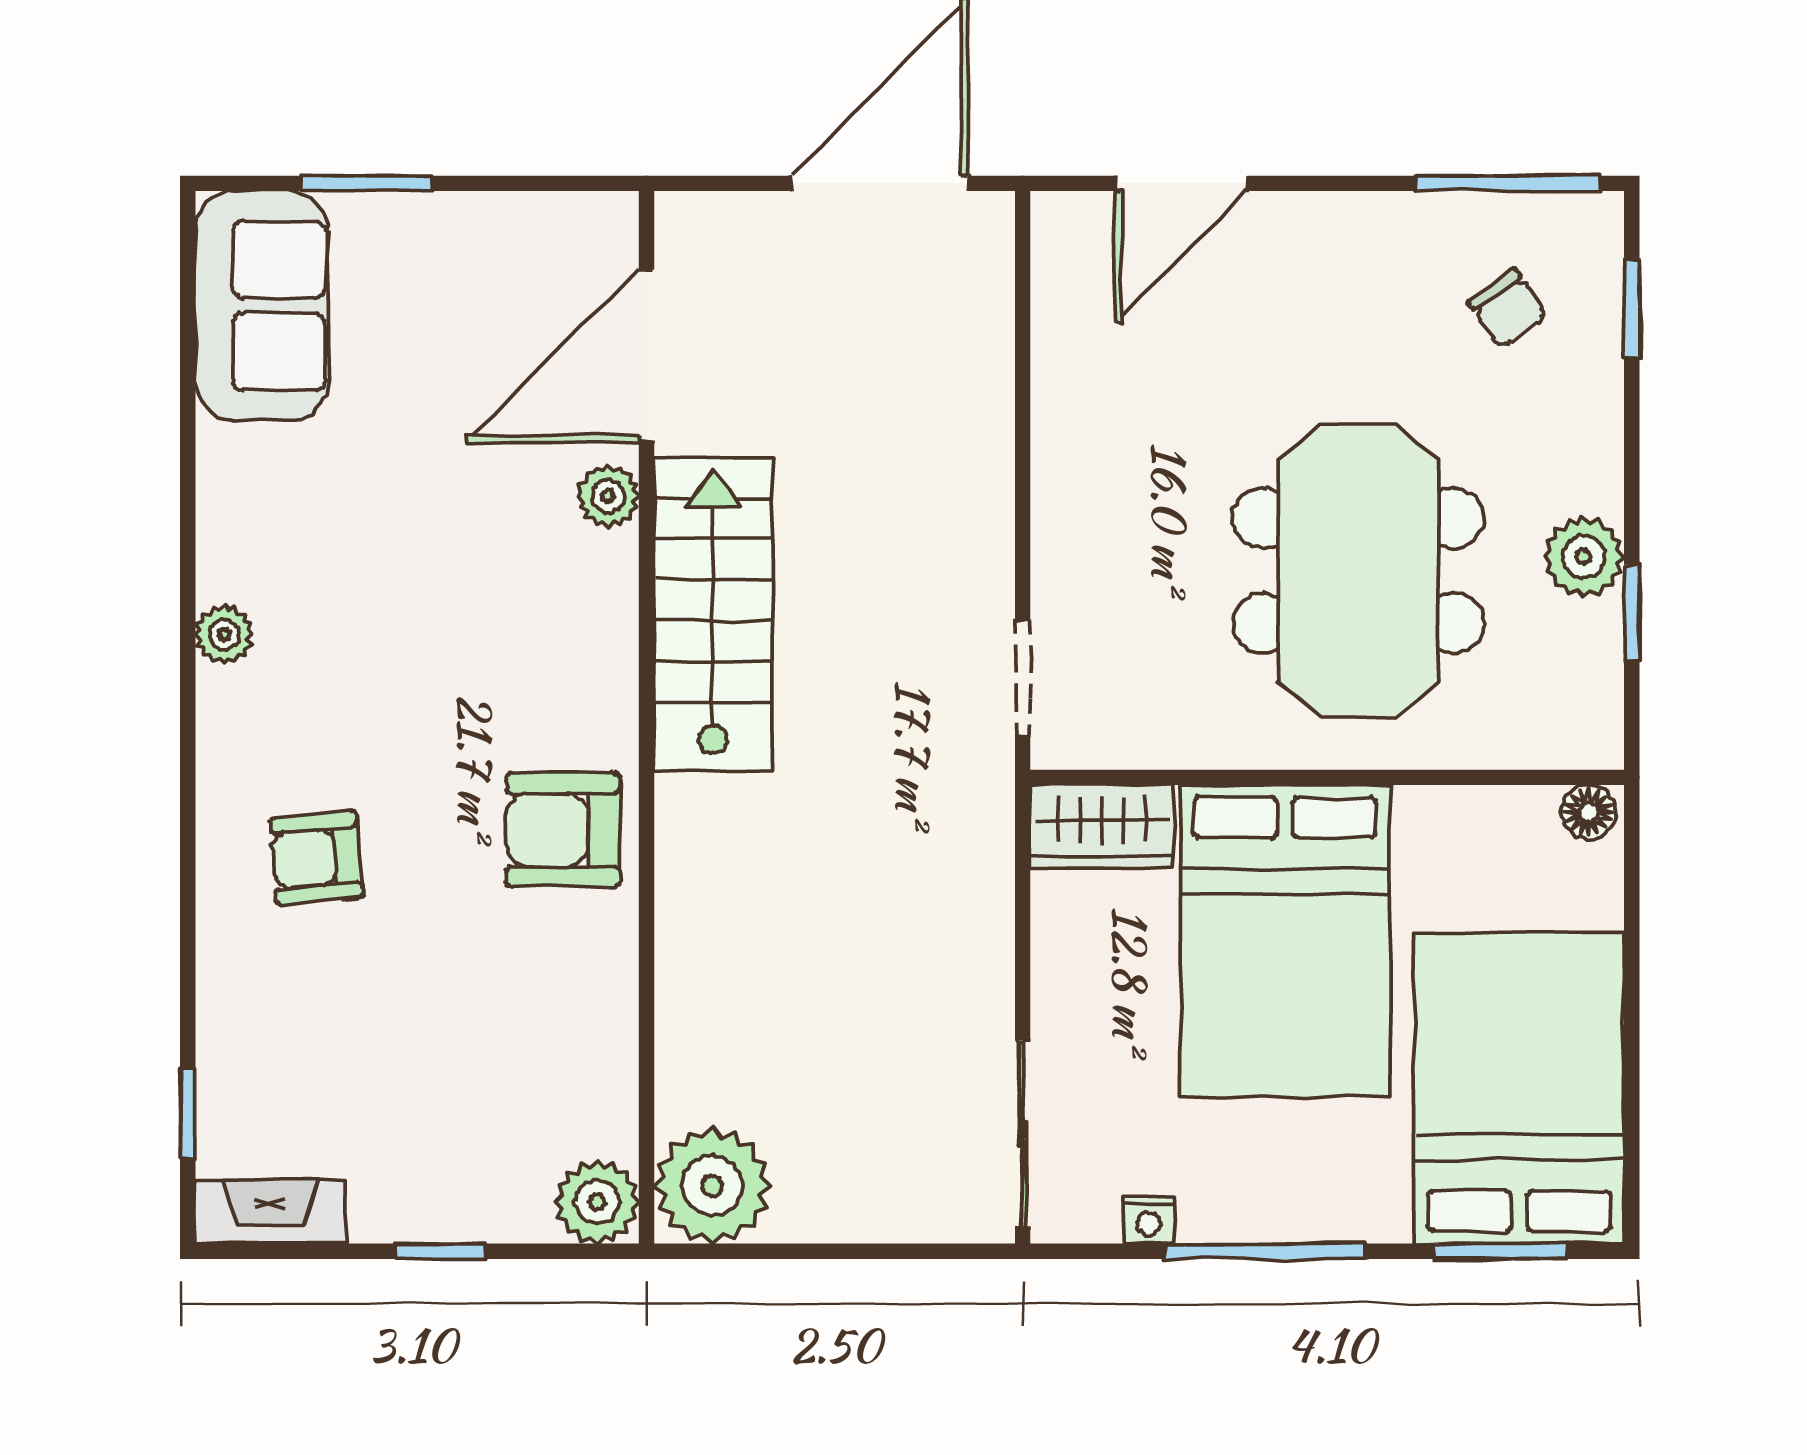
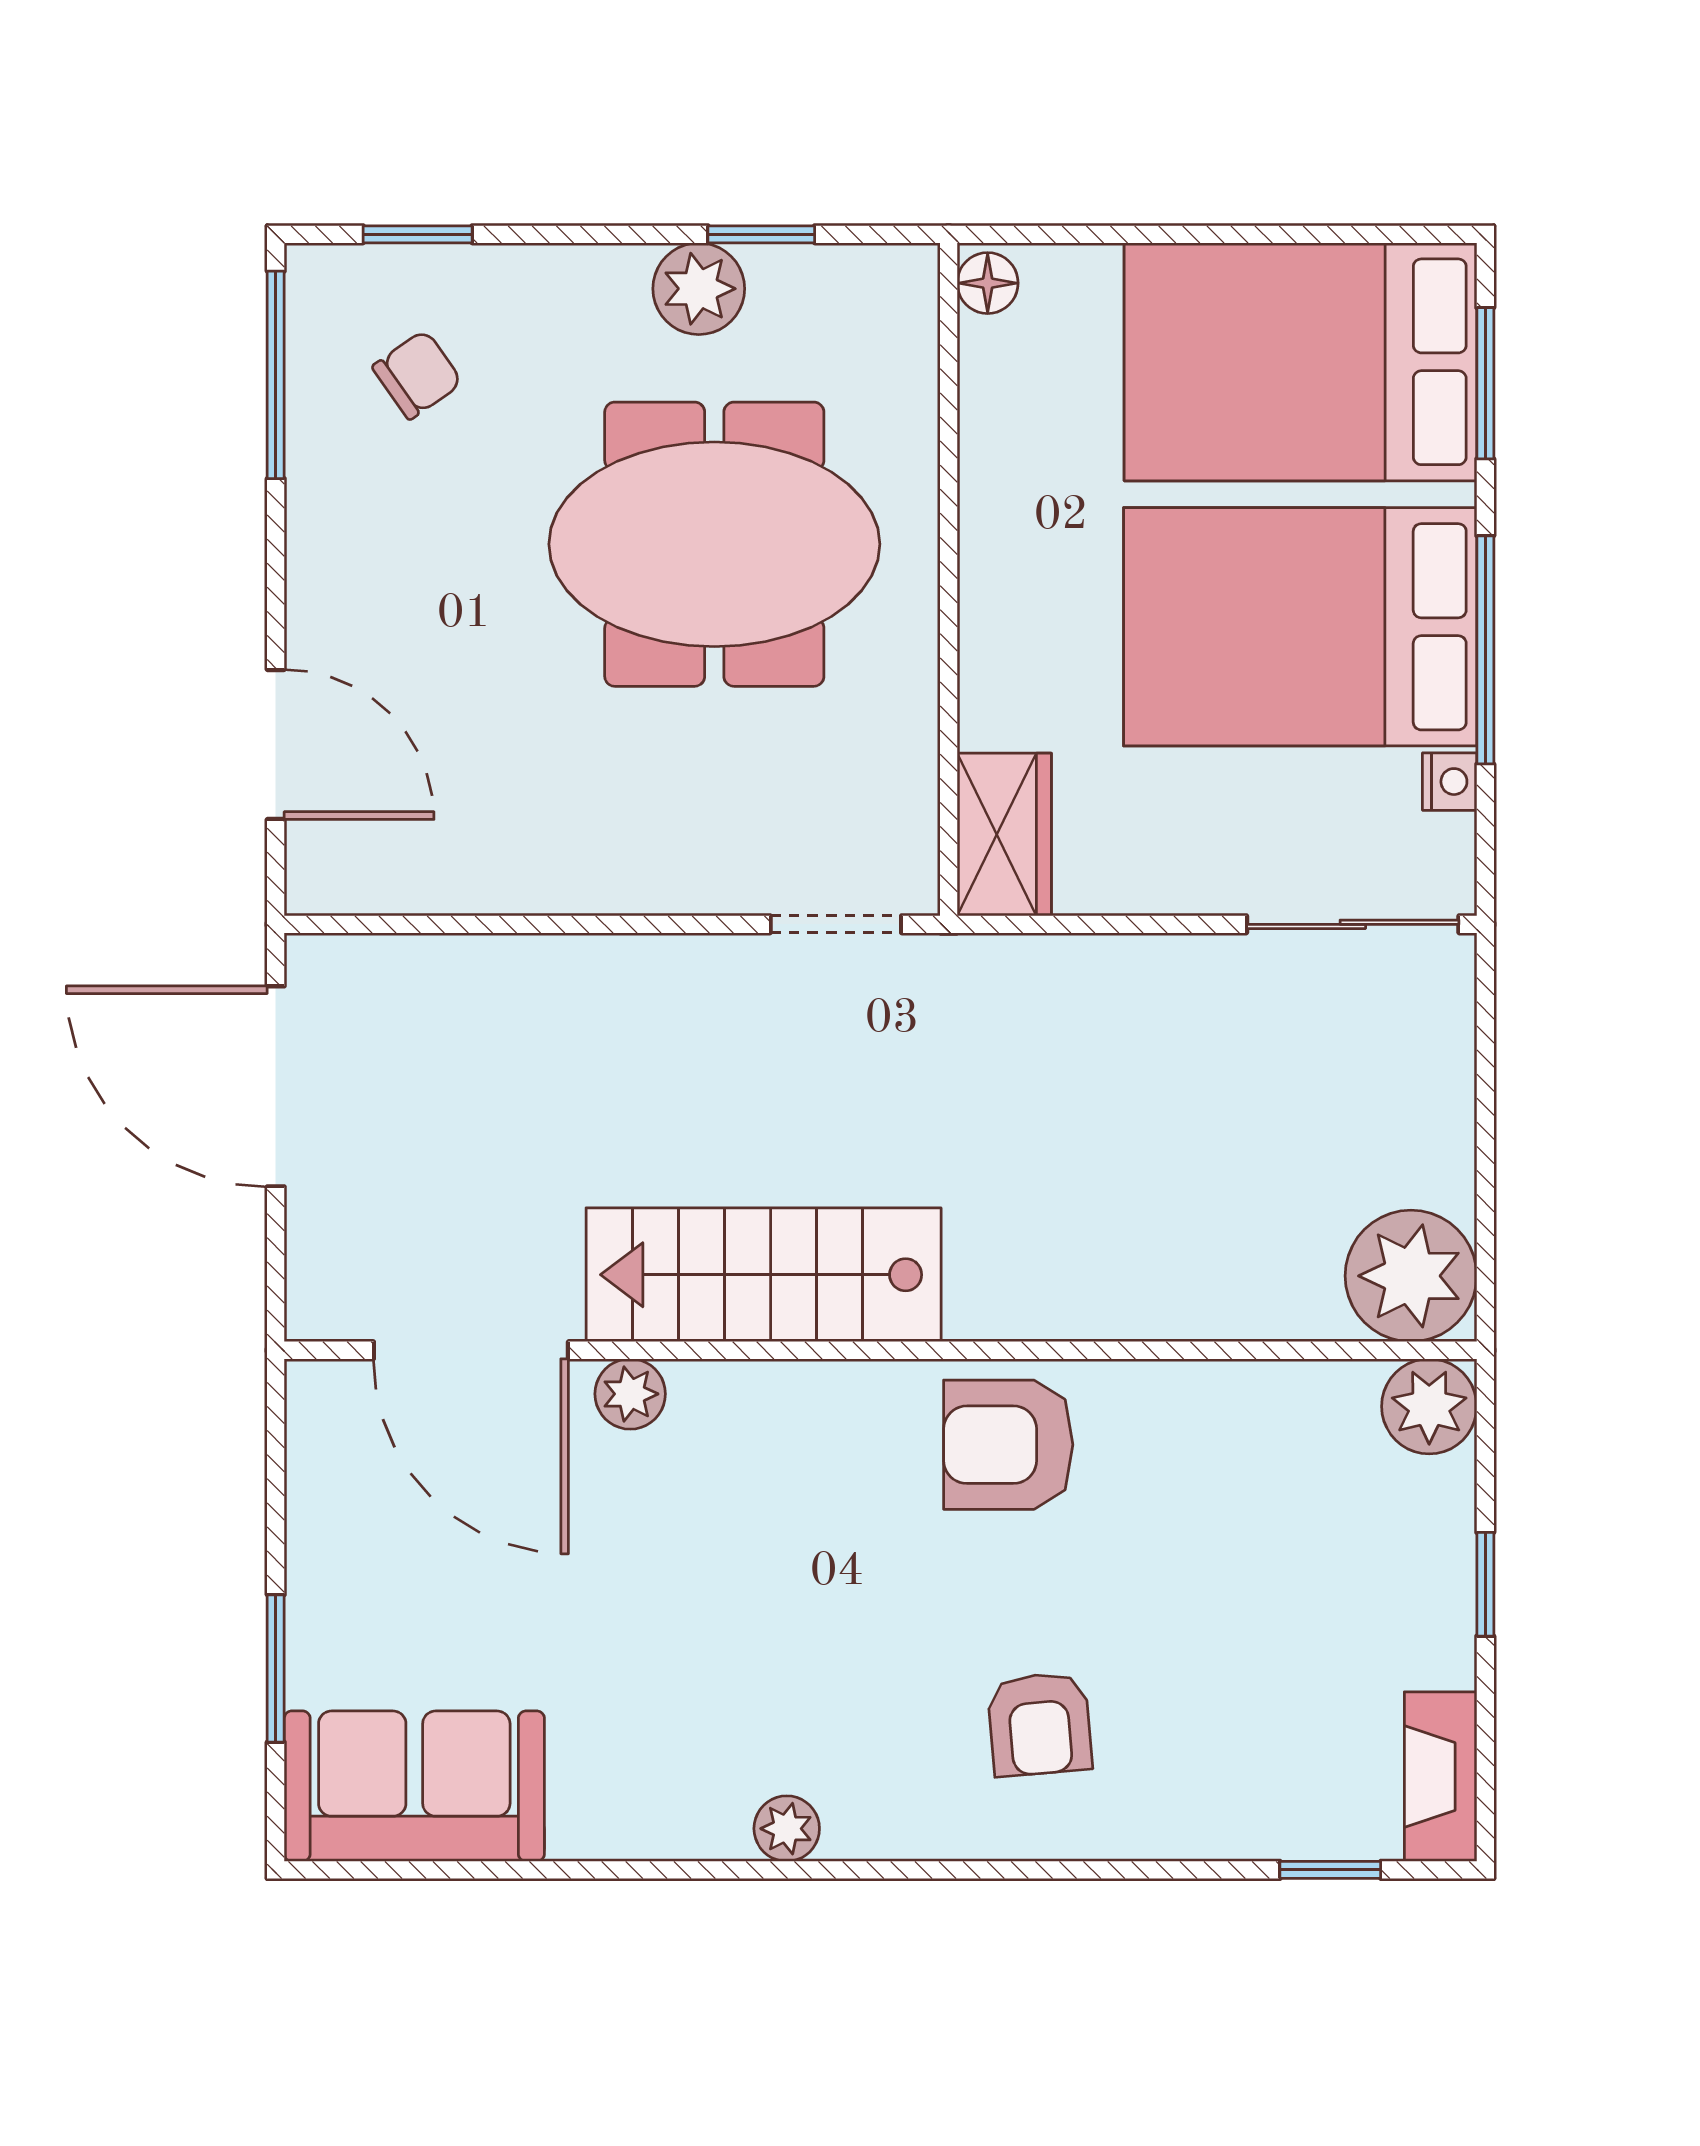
armchair: (563, 830) -> (1008, 1445), turned 90
bed: (1285, 941) -> (1300, 627), moved, turned 180

